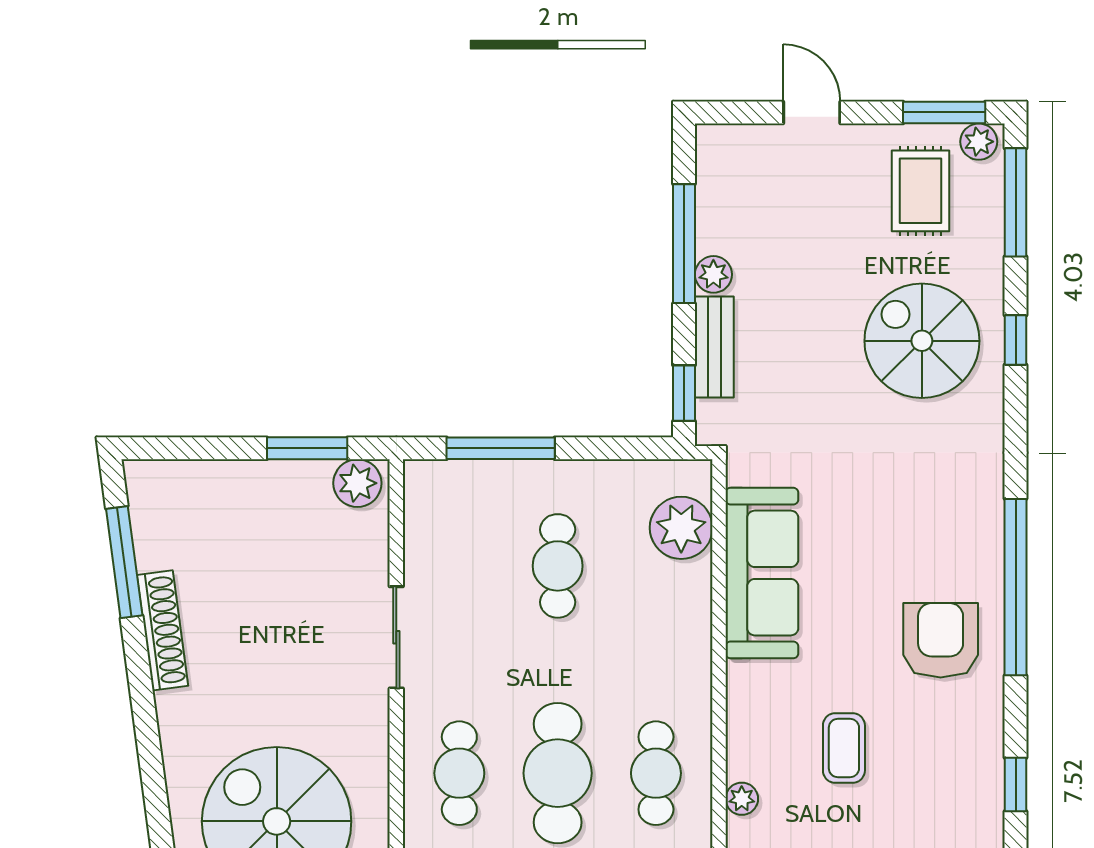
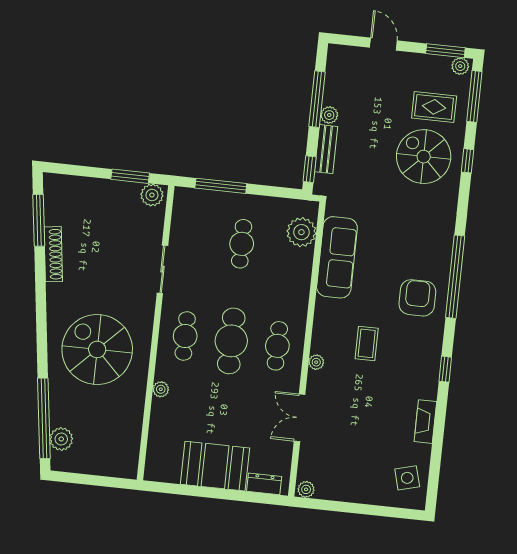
rug: (921, 191) -> (434, 107), moved, turned 90

